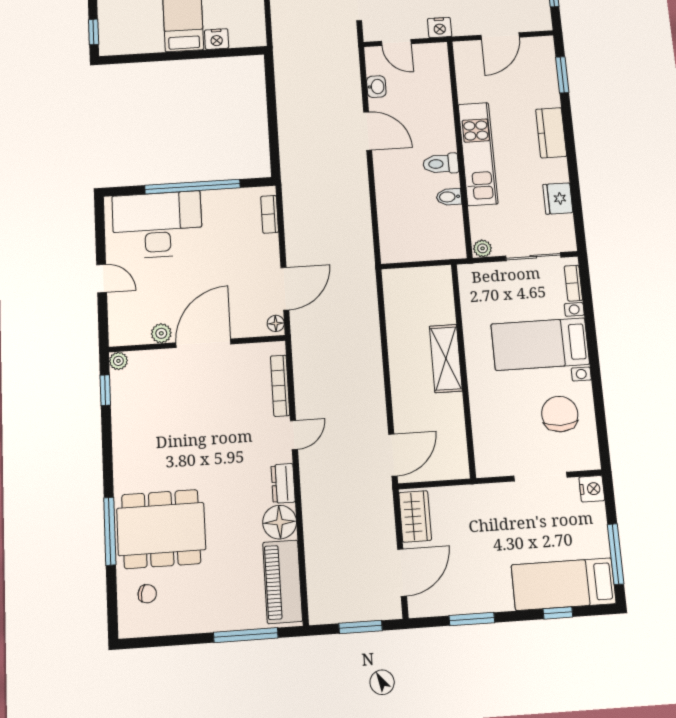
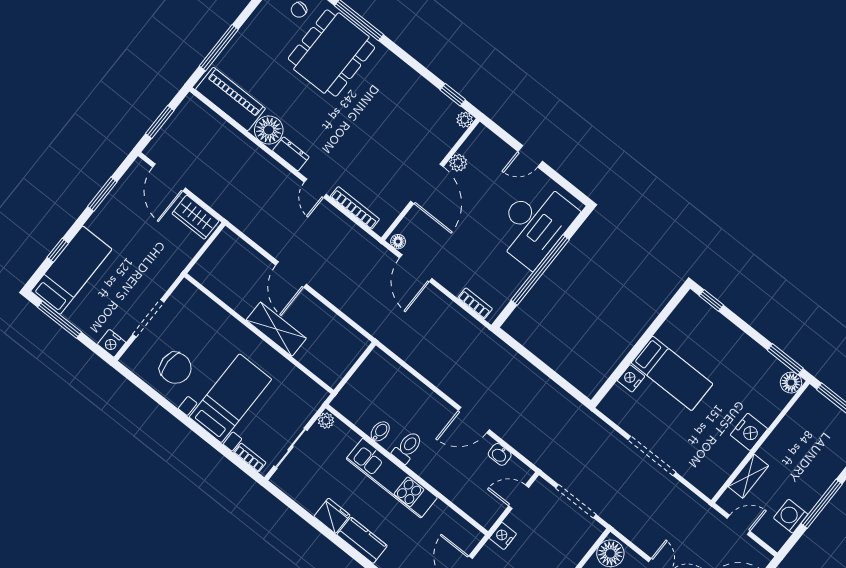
fridge: (558, 199) -> (332, 516), moved
door: (393, 455) -> (291, 275), moved

